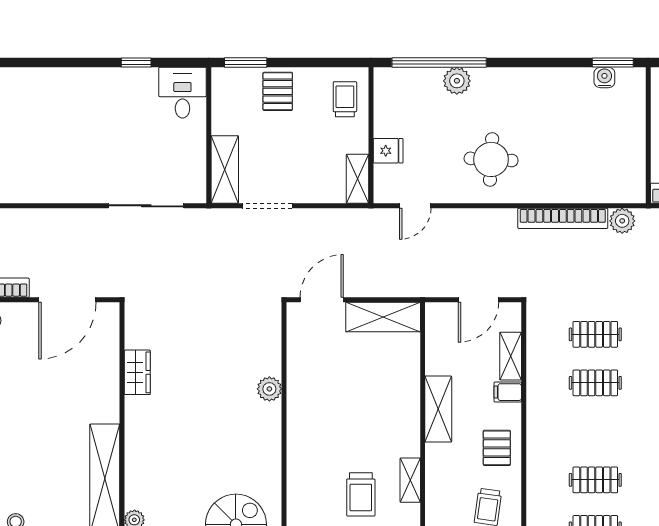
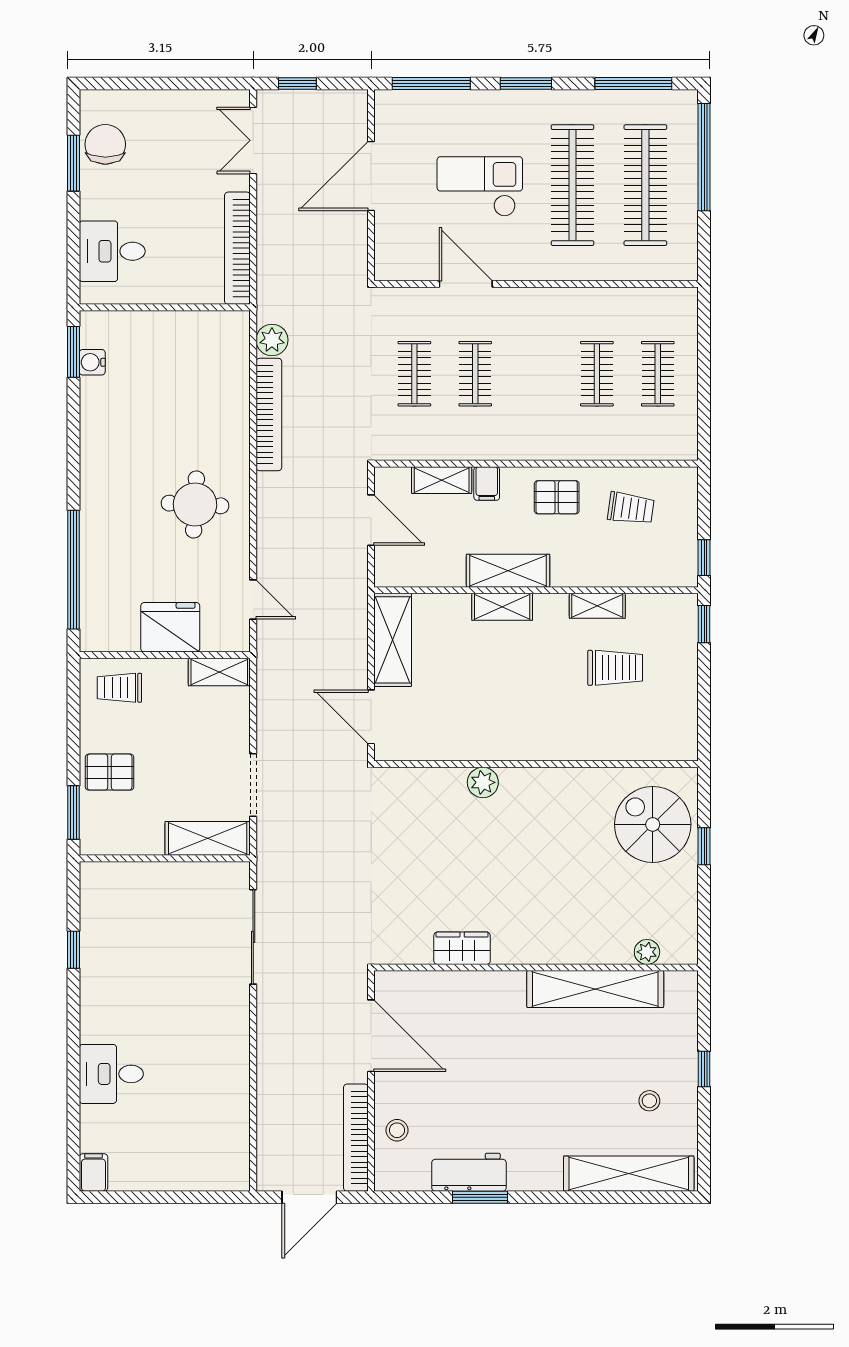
plant: (457, 81) -> (96, 547), removed
desk: (182, 93) -> (111, 1074), moved
fridge: (388, 151) -> (170, 627), width x1.88, depth x1.34
shelving: (409, 404) -> (502, 607), added

